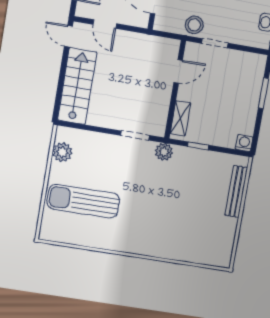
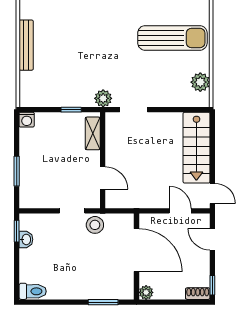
door: (178, 71) -> (103, 178), swing flipped
bench: (236, 191) -> (26, 45), moved

